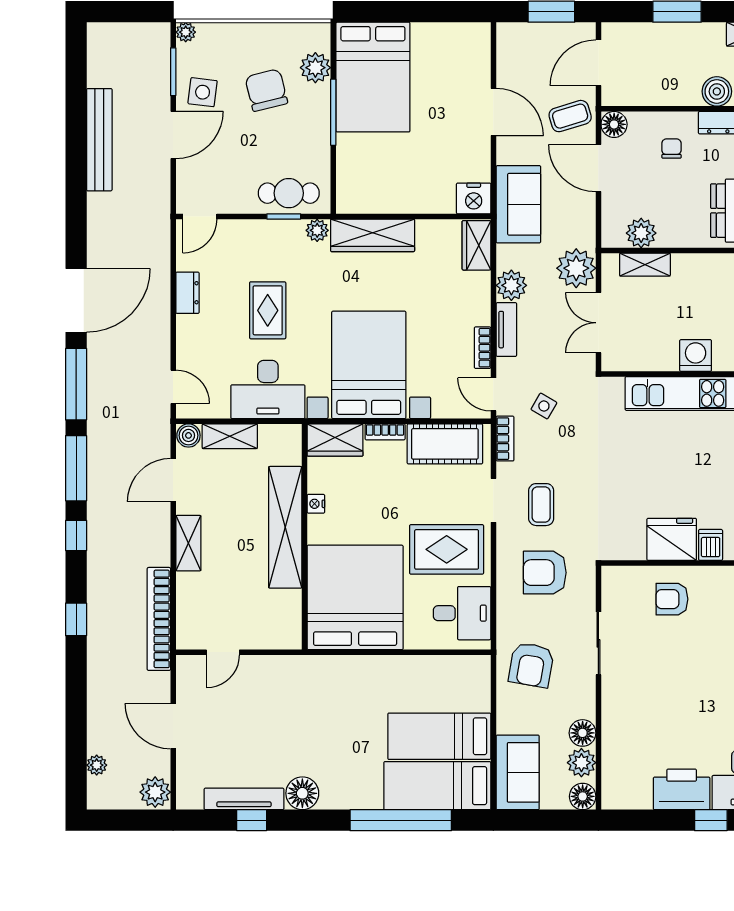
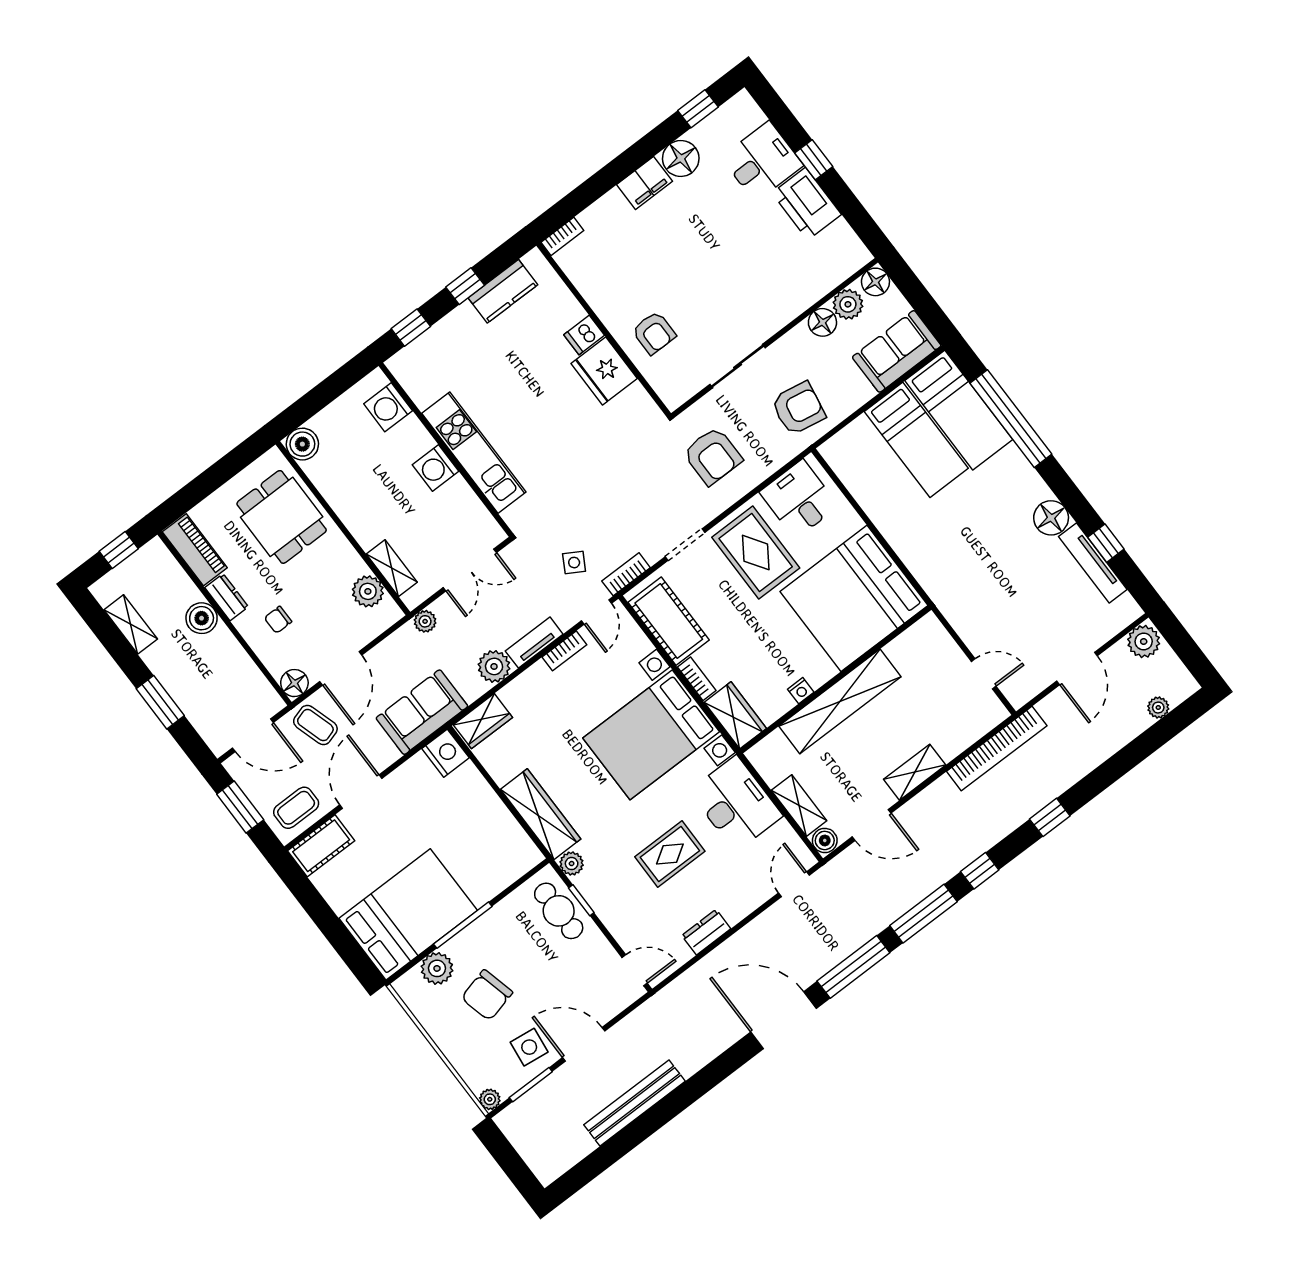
cot: (475, 51) -> (321, 846), added
plant: (576, 268) -> (425, 621), width x0.53, depth x0.53
coffee table: (541, 505) -> (296, 808), moved

